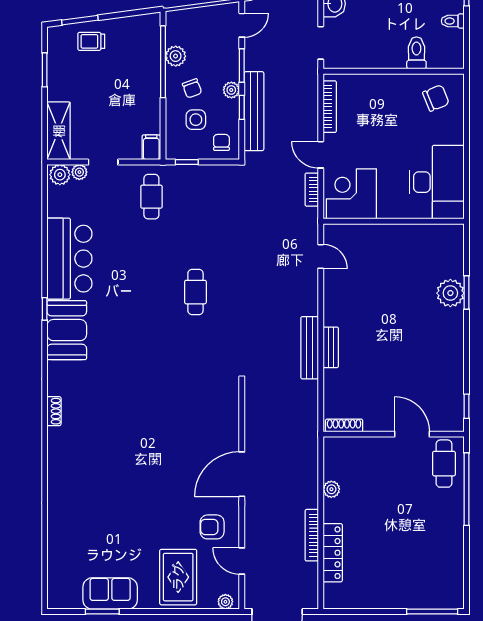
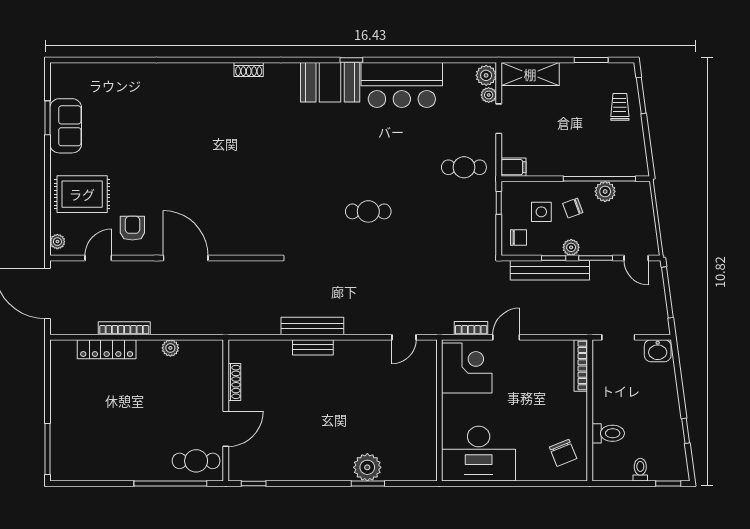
bookcase: (330, 107) -> (581, 365), moved, turned 90
shoe rack: (344, 425) -> (234, 382), moved

